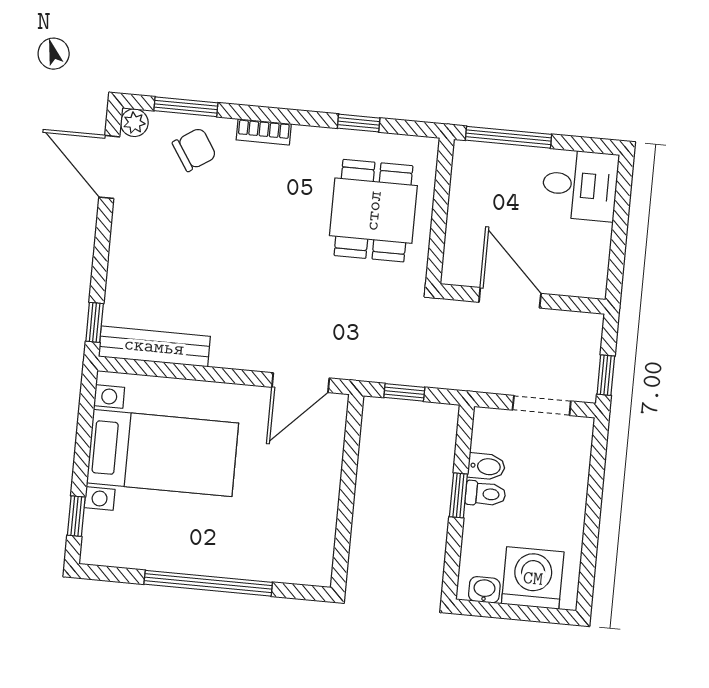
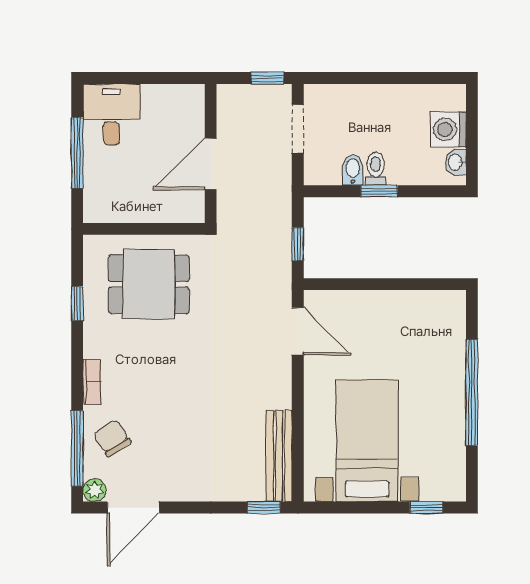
window: (186, 107) -> (77, 449), width x1.44
window: (509, 137) -> (77, 153), moved
washing machine: (533, 578) -> (448, 129), width x0.73, depth x0.73

